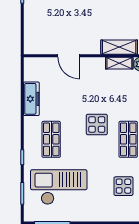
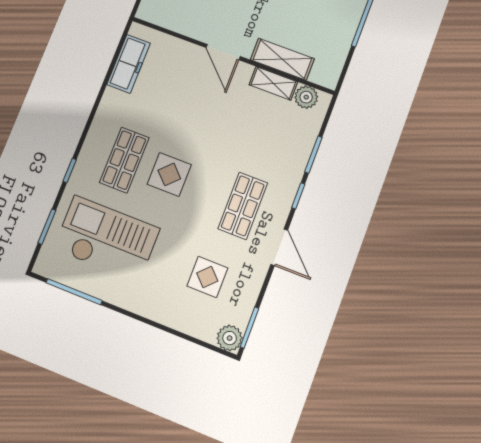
door: (69, 56) -> (223, 52), moved
freezer: (31, 99) -> (129, 64), moved
display table: (97, 124) -> (169, 174), moved

